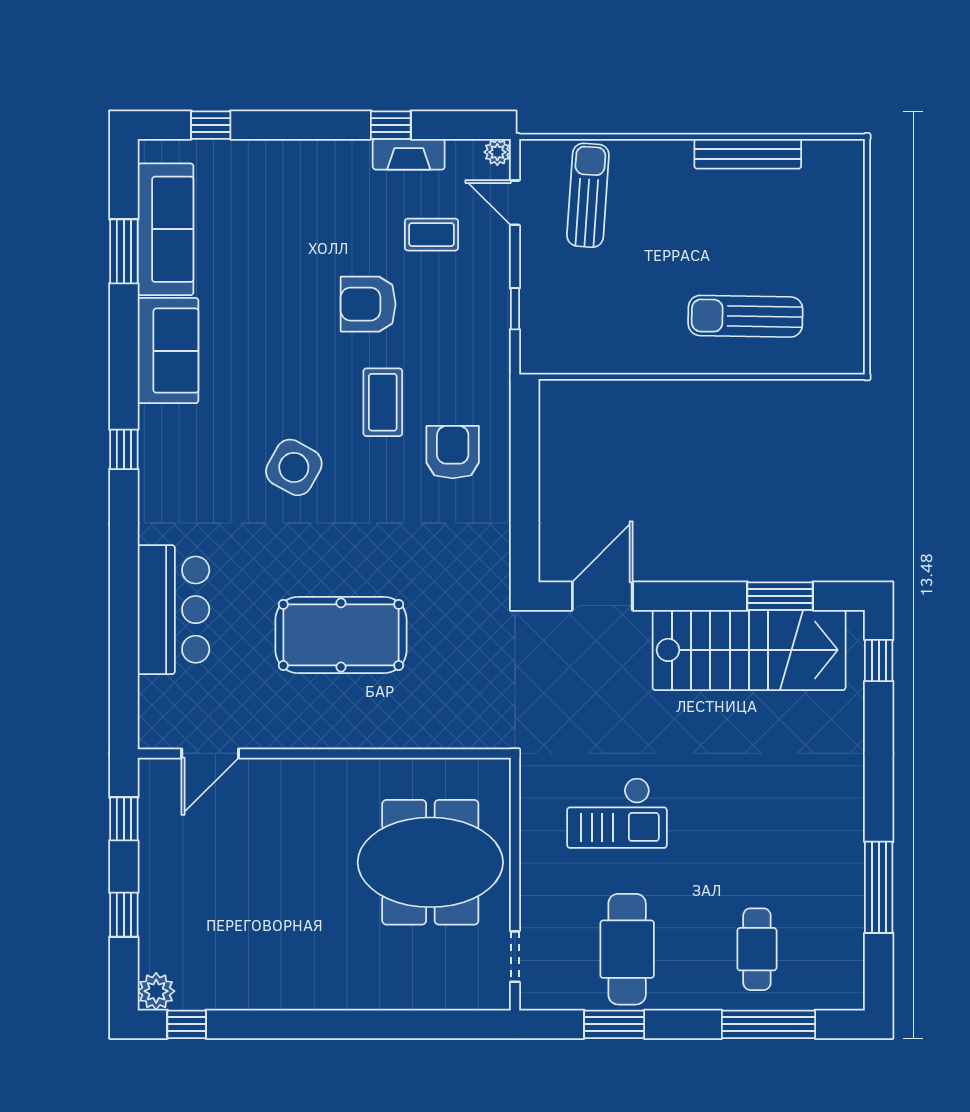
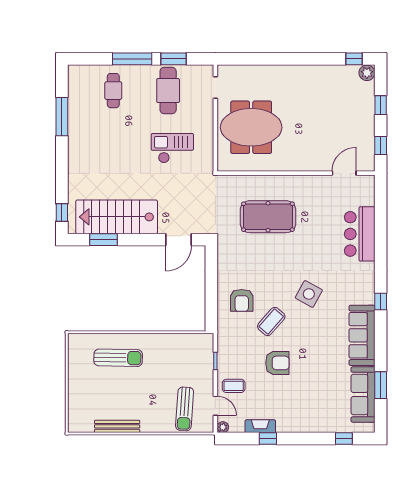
coffee table: (432, 235) -> (234, 386), moved
sofa: (168, 351) -> (362, 335), width x1.36
coffee table: (383, 402) -> (271, 321), turned 41
pool table: (341, 635) -> (268, 217), moved
window: (768, 1024) -> (132, 59), moved

